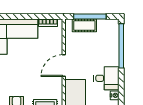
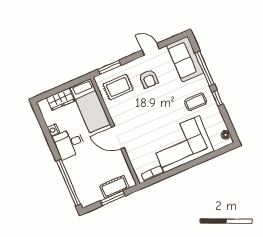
window: (90, 17) -> (113, 198), width x0.69
door: (64, 66) -> (118, 137), swing flipped

